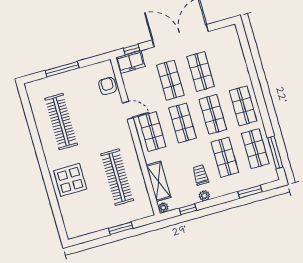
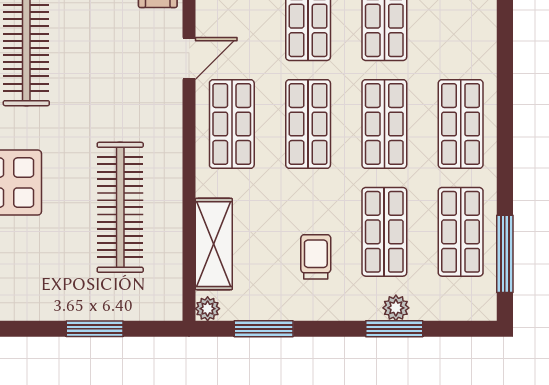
door: (128, 110) -> (189, 59), hinge flipped
window: (250, 192) -> (394, 329), moved
plant: (204, 196) -> (396, 308), moved
window: (188, 209) -> (264, 329), width x1.50

